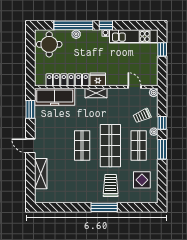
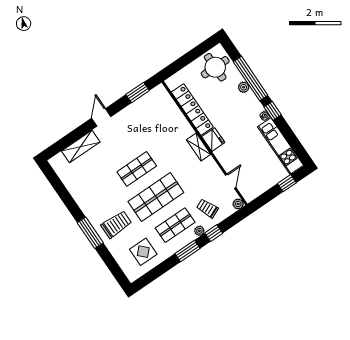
freezer: (55, 97) -> (167, 108), removed

